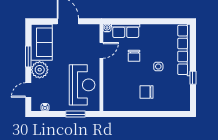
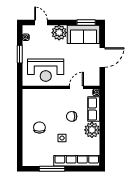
plant: (149, 33) -> (92, 130), added
door: (101, 50) -> (76, 87), swing flipped
window: (28, 56) -> (86, 22), moved
window: (193, 78) -> (52, 169), width x2.17
window: (76, 114) -> (20, 54), moved

